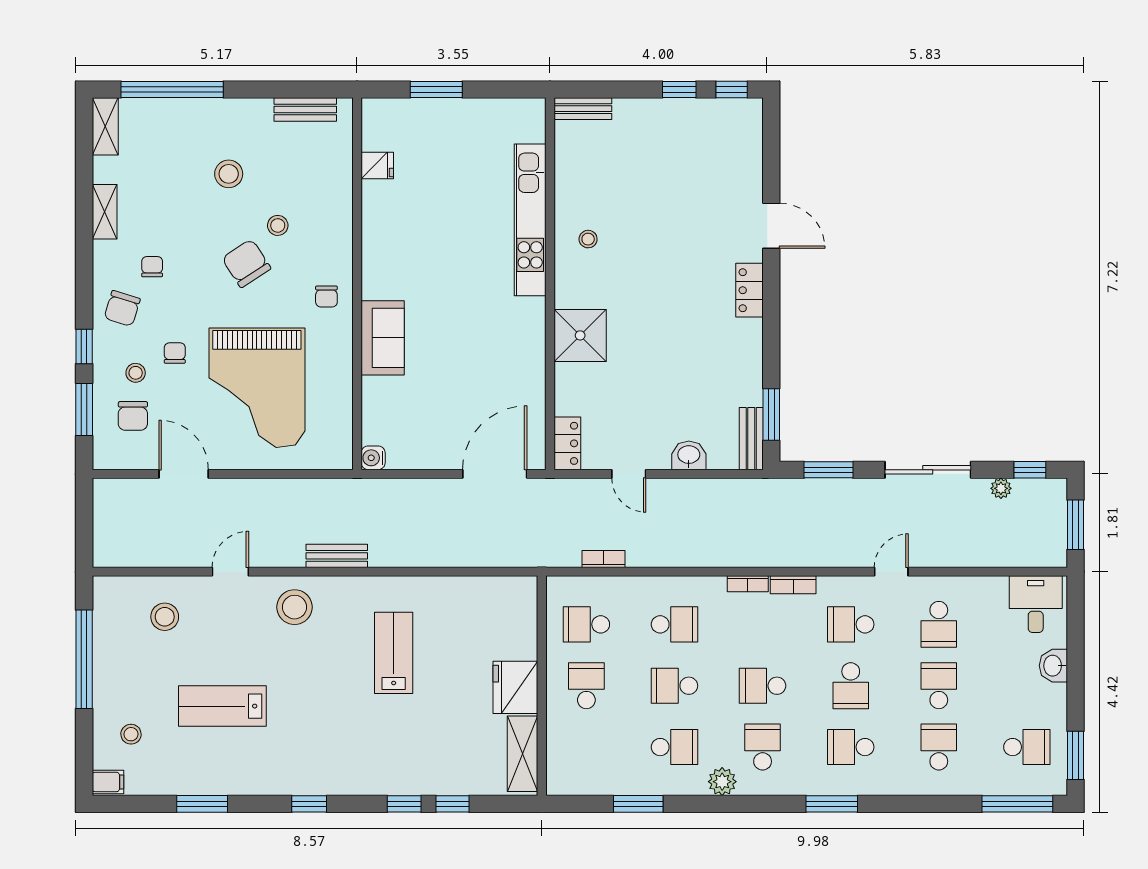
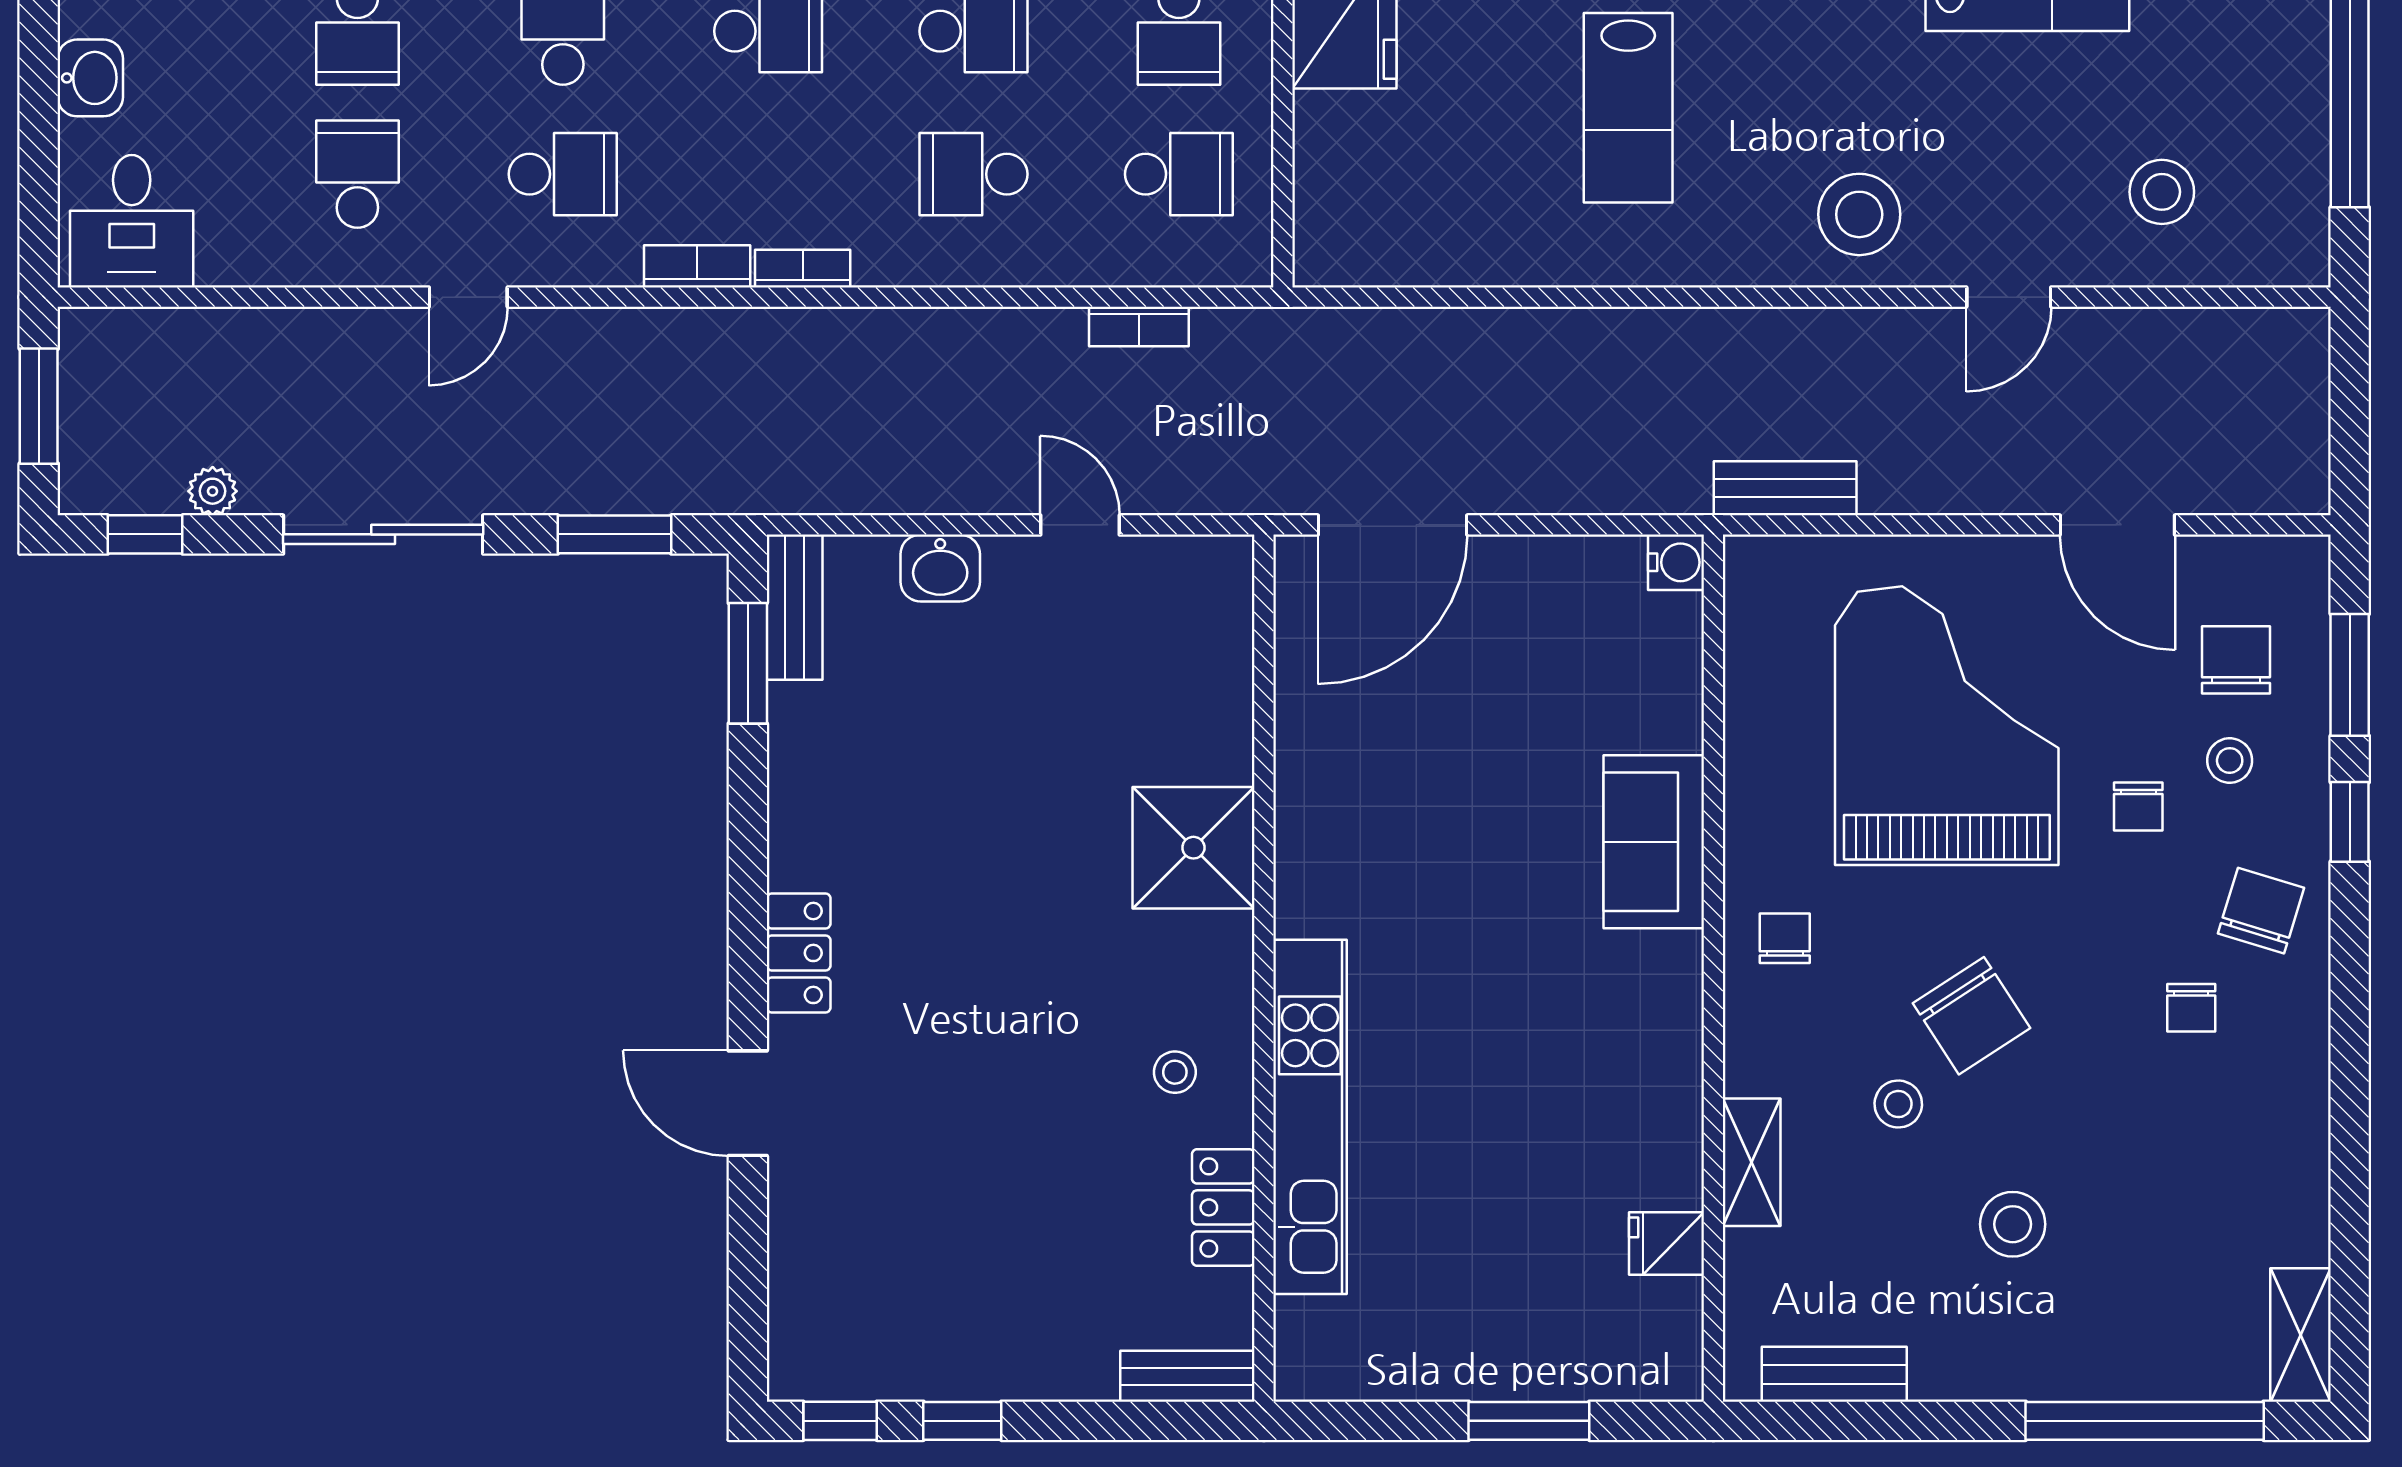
shelving: (105, 212) -> (1752, 1162), moved
locker: (567, 443) -> (1223, 1207), moved
bench: (337, 556) -> (1785, 488), moved

